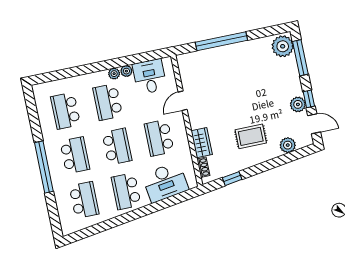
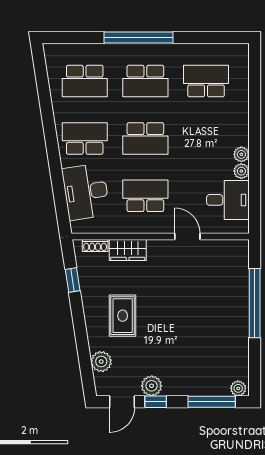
plant: (283, 46) -> (238, 388), width x0.53, depth x0.53
school desk: (108, 102) -> (206, 138), removed

